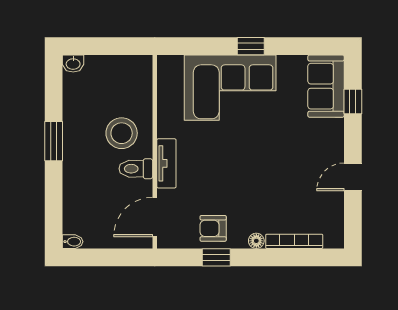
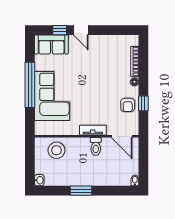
window: (251, 46) -> (30, 85), width x3.17
stool: (122, 133) -> (56, 150), moved
door: (353, 177) -> (81, 30), moved

